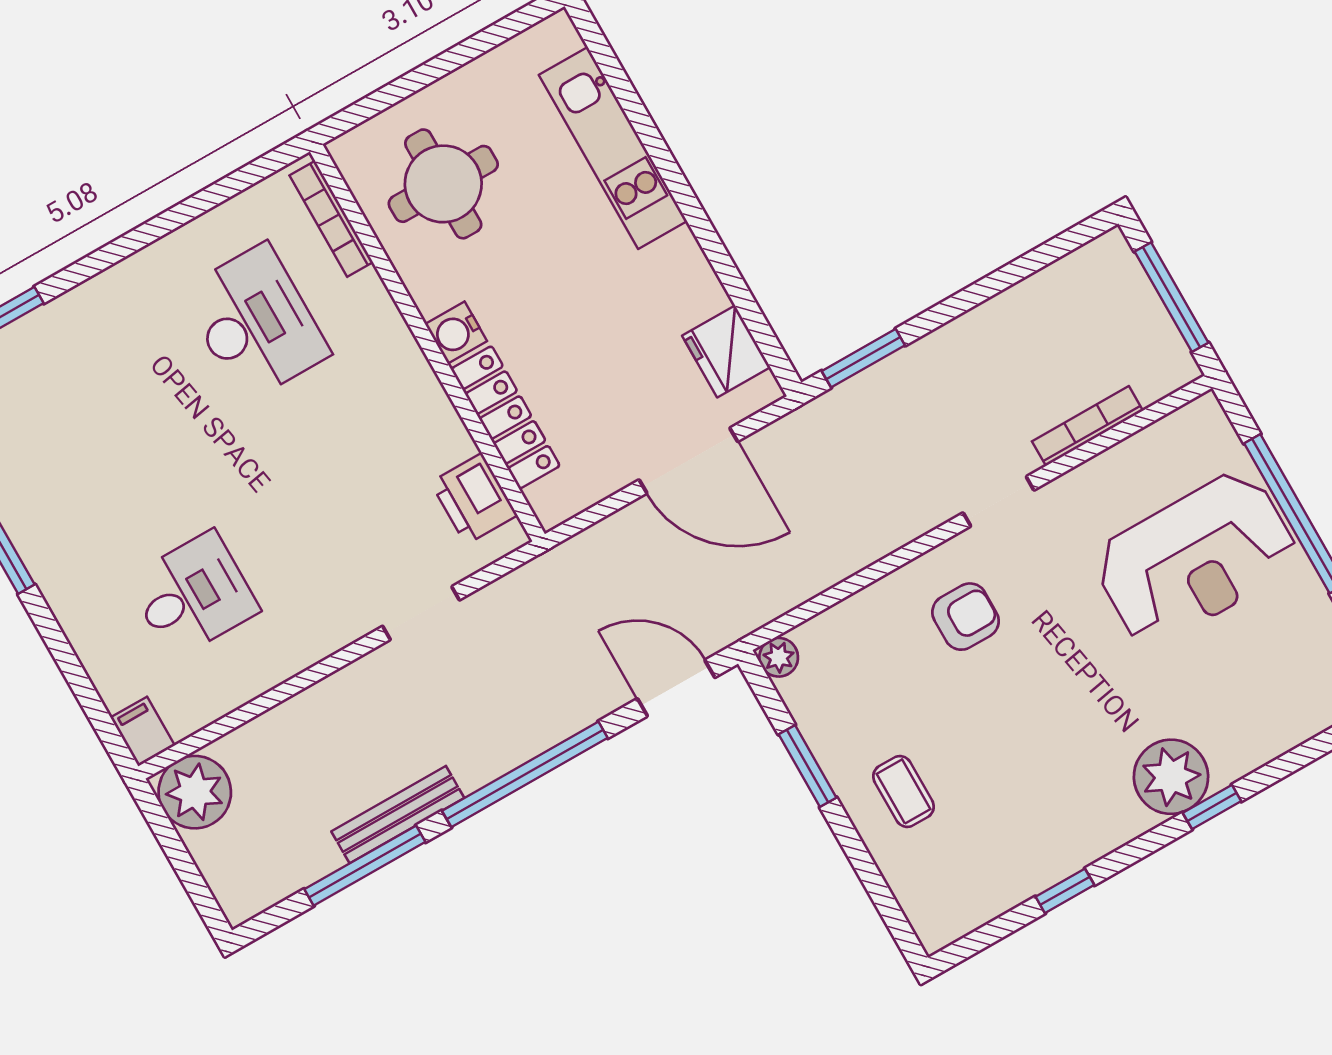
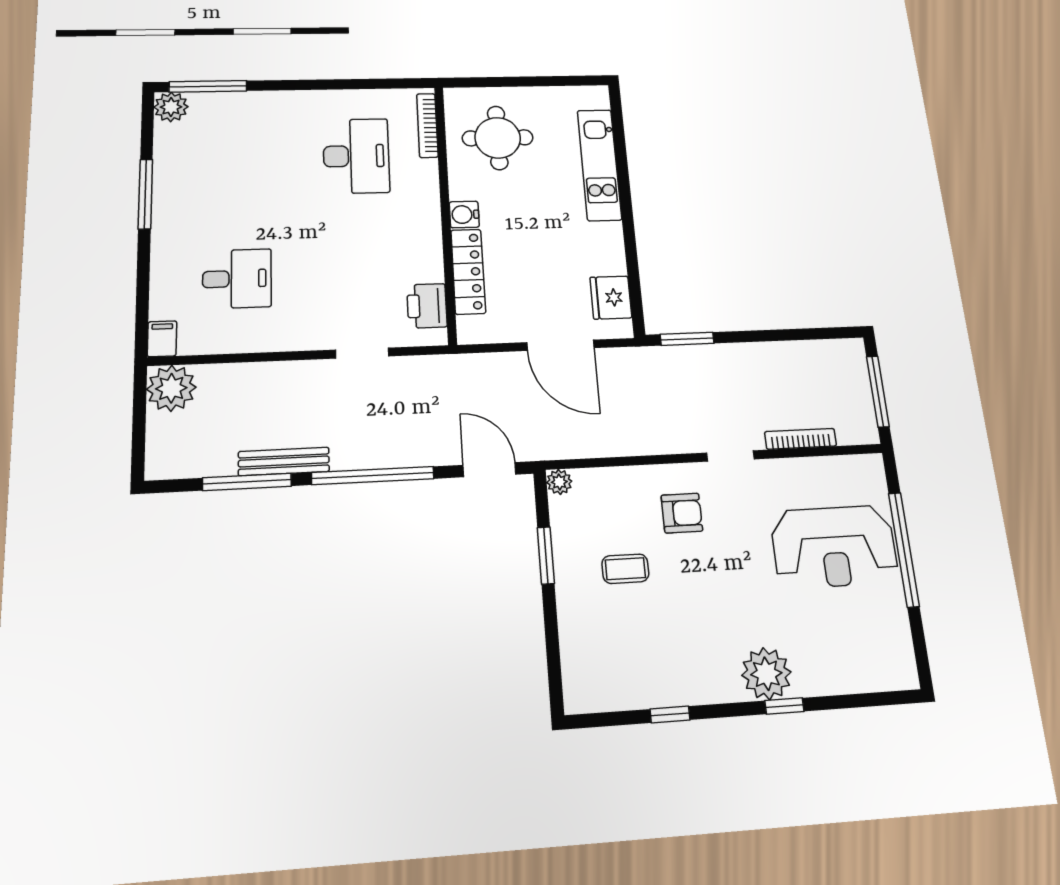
coffee table: (904, 791) -> (625, 569), moved, turned 90

